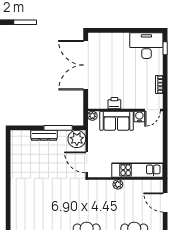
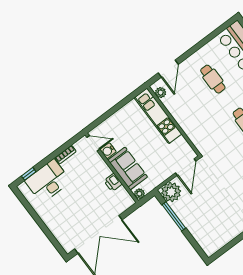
desk: (146, 46) -> (48, 181), moved, turned 90
dresser: (44, 135) -> (190, 224), removed
plant: (118, 184) -> (161, 93), moved

